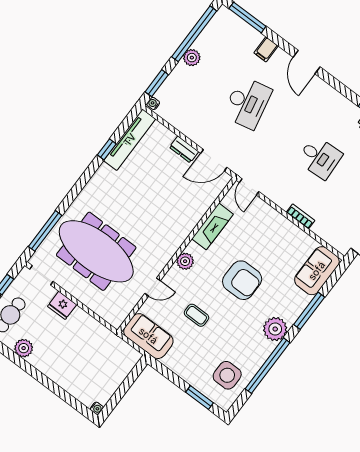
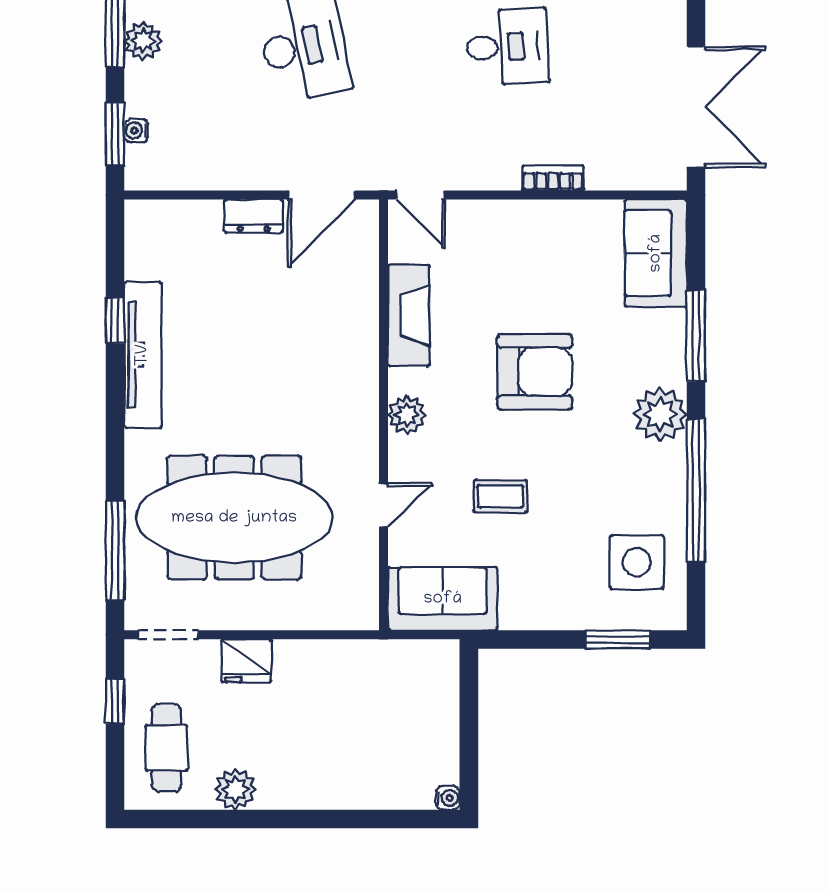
water cooler: (153, 103) -> (136, 131), moved
tv unit: (130, 140) -> (143, 355), moved

